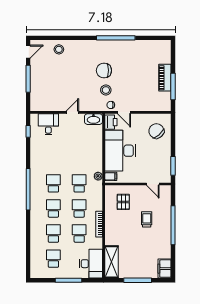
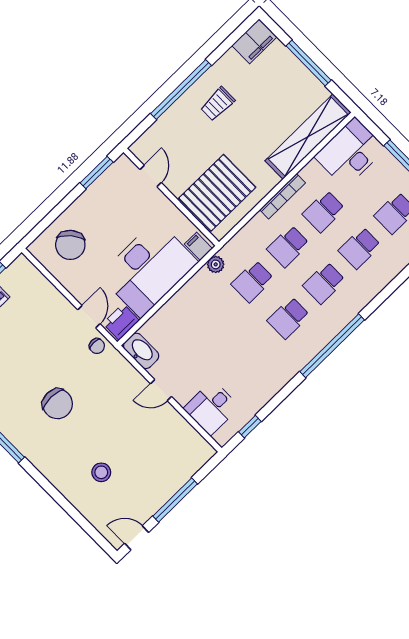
stool: (59, 49) -> (101, 472), moved
stool: (106, 90) -> (83, 374), removed
pallet: (123, 202) -> (217, 193), width x2.05, depth x2.00
trolley: (147, 219) -> (218, 104), moved
shelving: (111, 262) -> (308, 137), width x1.47

